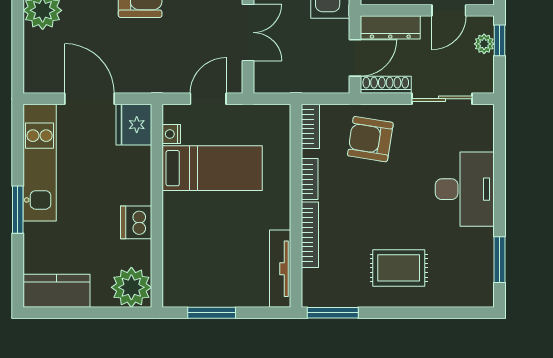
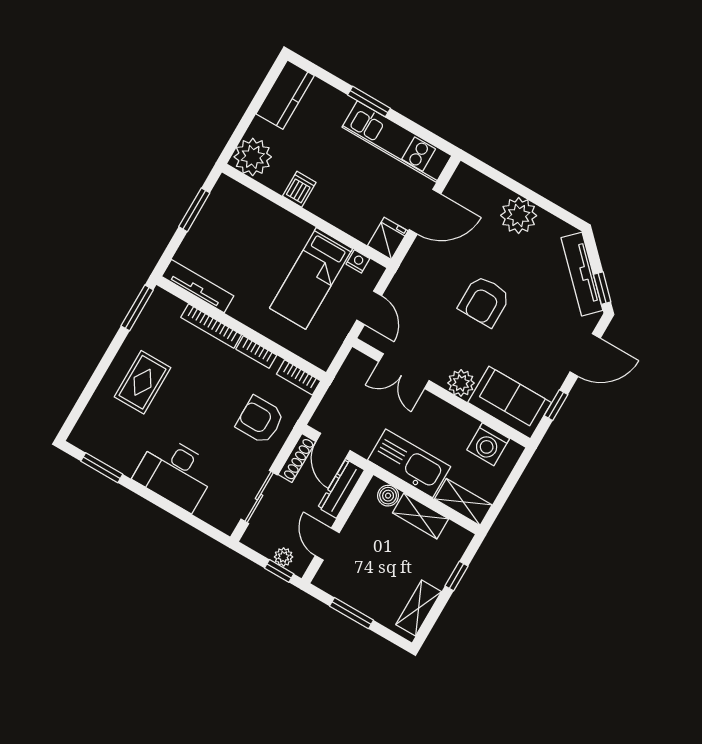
fridge: (134, 125) -> (388, 238), width x0.72
armchair: (370, 139) -> (260, 420), turned -99
dishwasher: (136, 222) -> (299, 189), width x0.73

